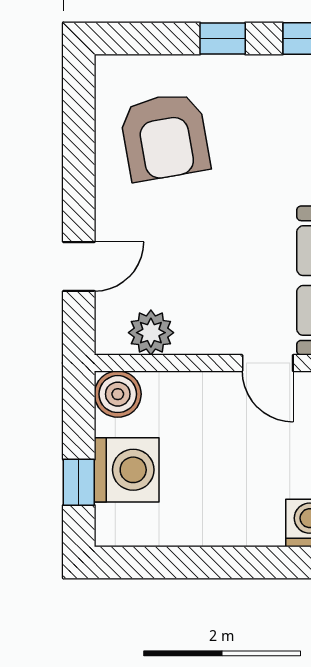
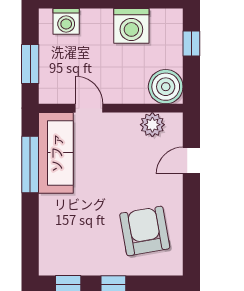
boiler: (118, 394) -> (166, 87), width x1.37, depth x1.37
washing machine: (127, 470) -> (131, 26), moved, turned -90

